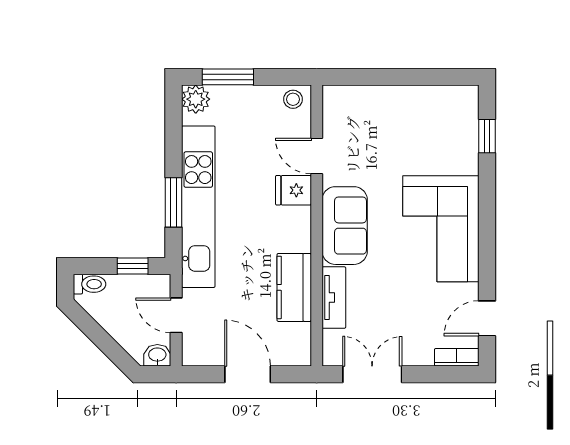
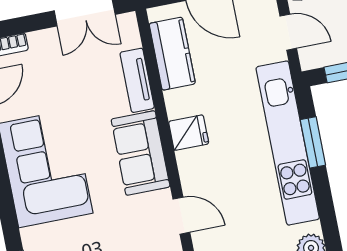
fridge: (293, 190) -> (189, 133), moved
kitchen counter: (294, 287) -> (172, 54), moved

